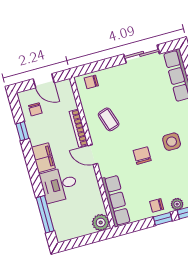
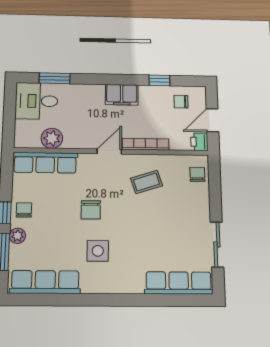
printer: (64, 87) -> (199, 142), added
chair: (142, 156) -> (91, 210), turned 90
desk: (59, 185) -> (37, 101), moved, turned -90
window: (45, 214) -> (55, 78), width x0.69
plant: (101, 222) -> (52, 138), moved

